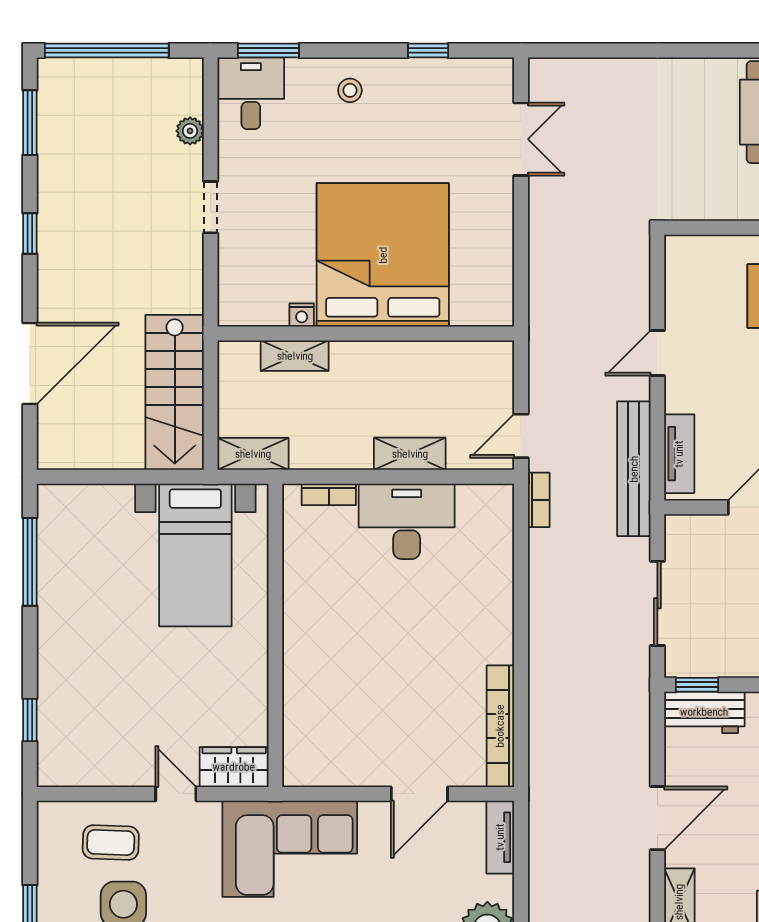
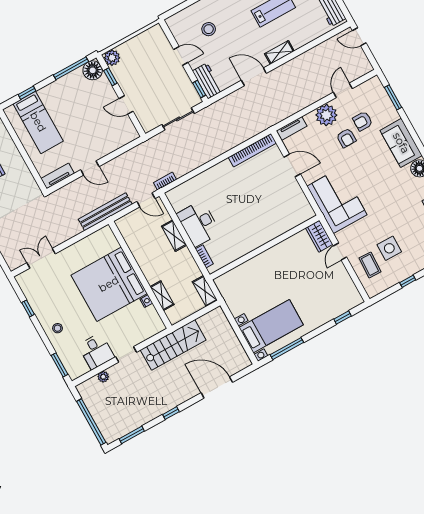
desk: (251, 93) -> (96, 351), moved, turned -90
stairs: (175, 392) -> (173, 345), moved
tv unit: (679, 454) -> (58, 176), moved
bench: (634, 469) -> (105, 212), moved
bed with nightstands: (195, 555) -> (271, 326), moved

